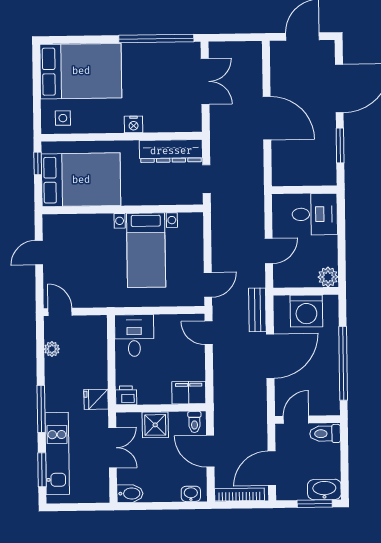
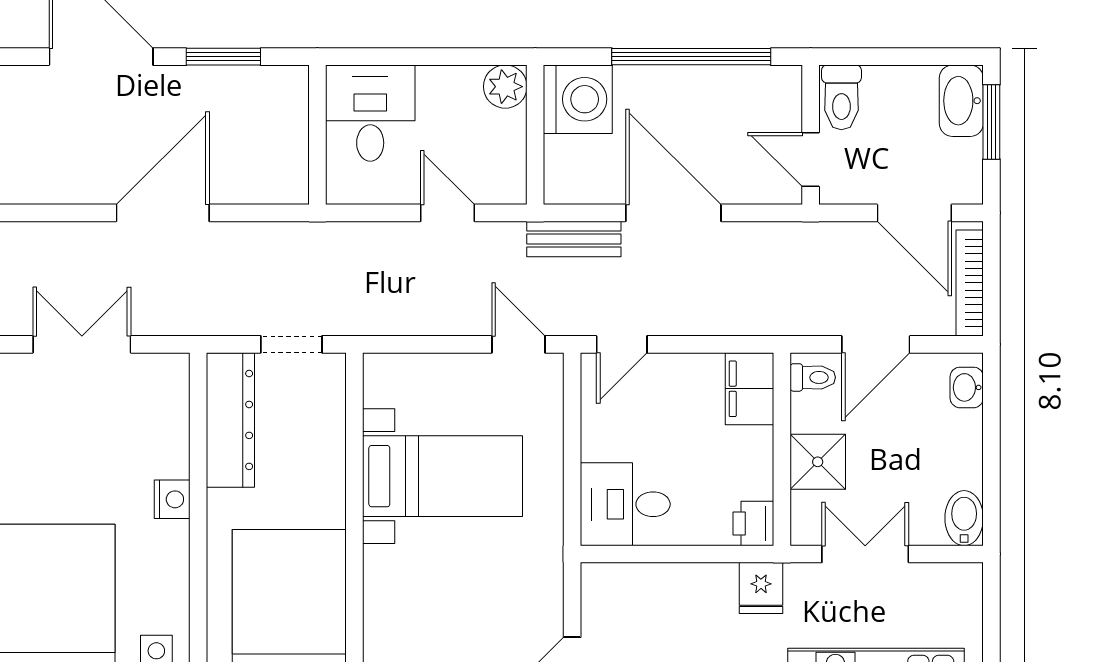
washing machine: (306, 311) -> (578, 99), moved

